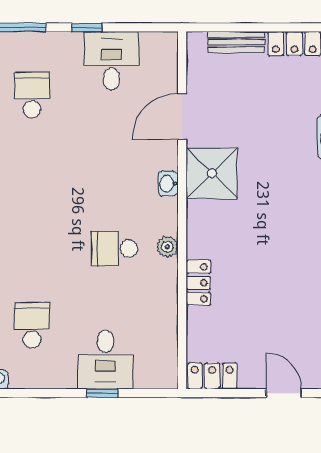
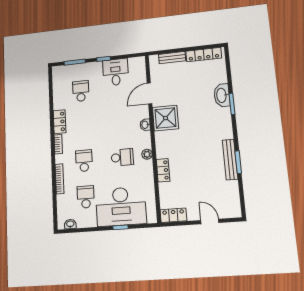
school desk: (32, 249) -> (84, 161), added
school desk: (115, 249) -> (122, 157), turned 180
desk: (105, 359) -> (121, 206), width x1.87, depth x1.30

